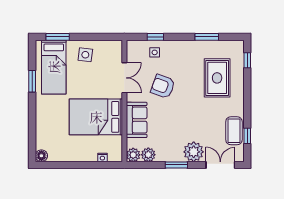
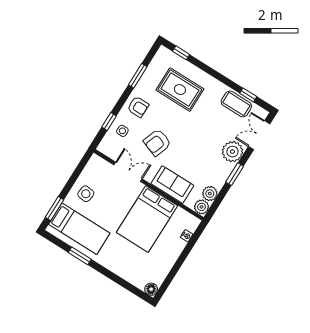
armchair: (182, 53) -> (138, 107), added

